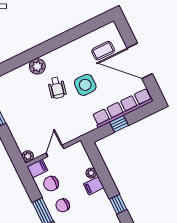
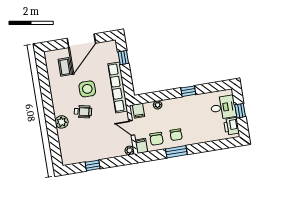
row of seats: (122, 108) -> (118, 87), moved
window: (119, 124) -> (123, 58), moved
filing cabinet: (94, 186) -> (138, 111), moved

